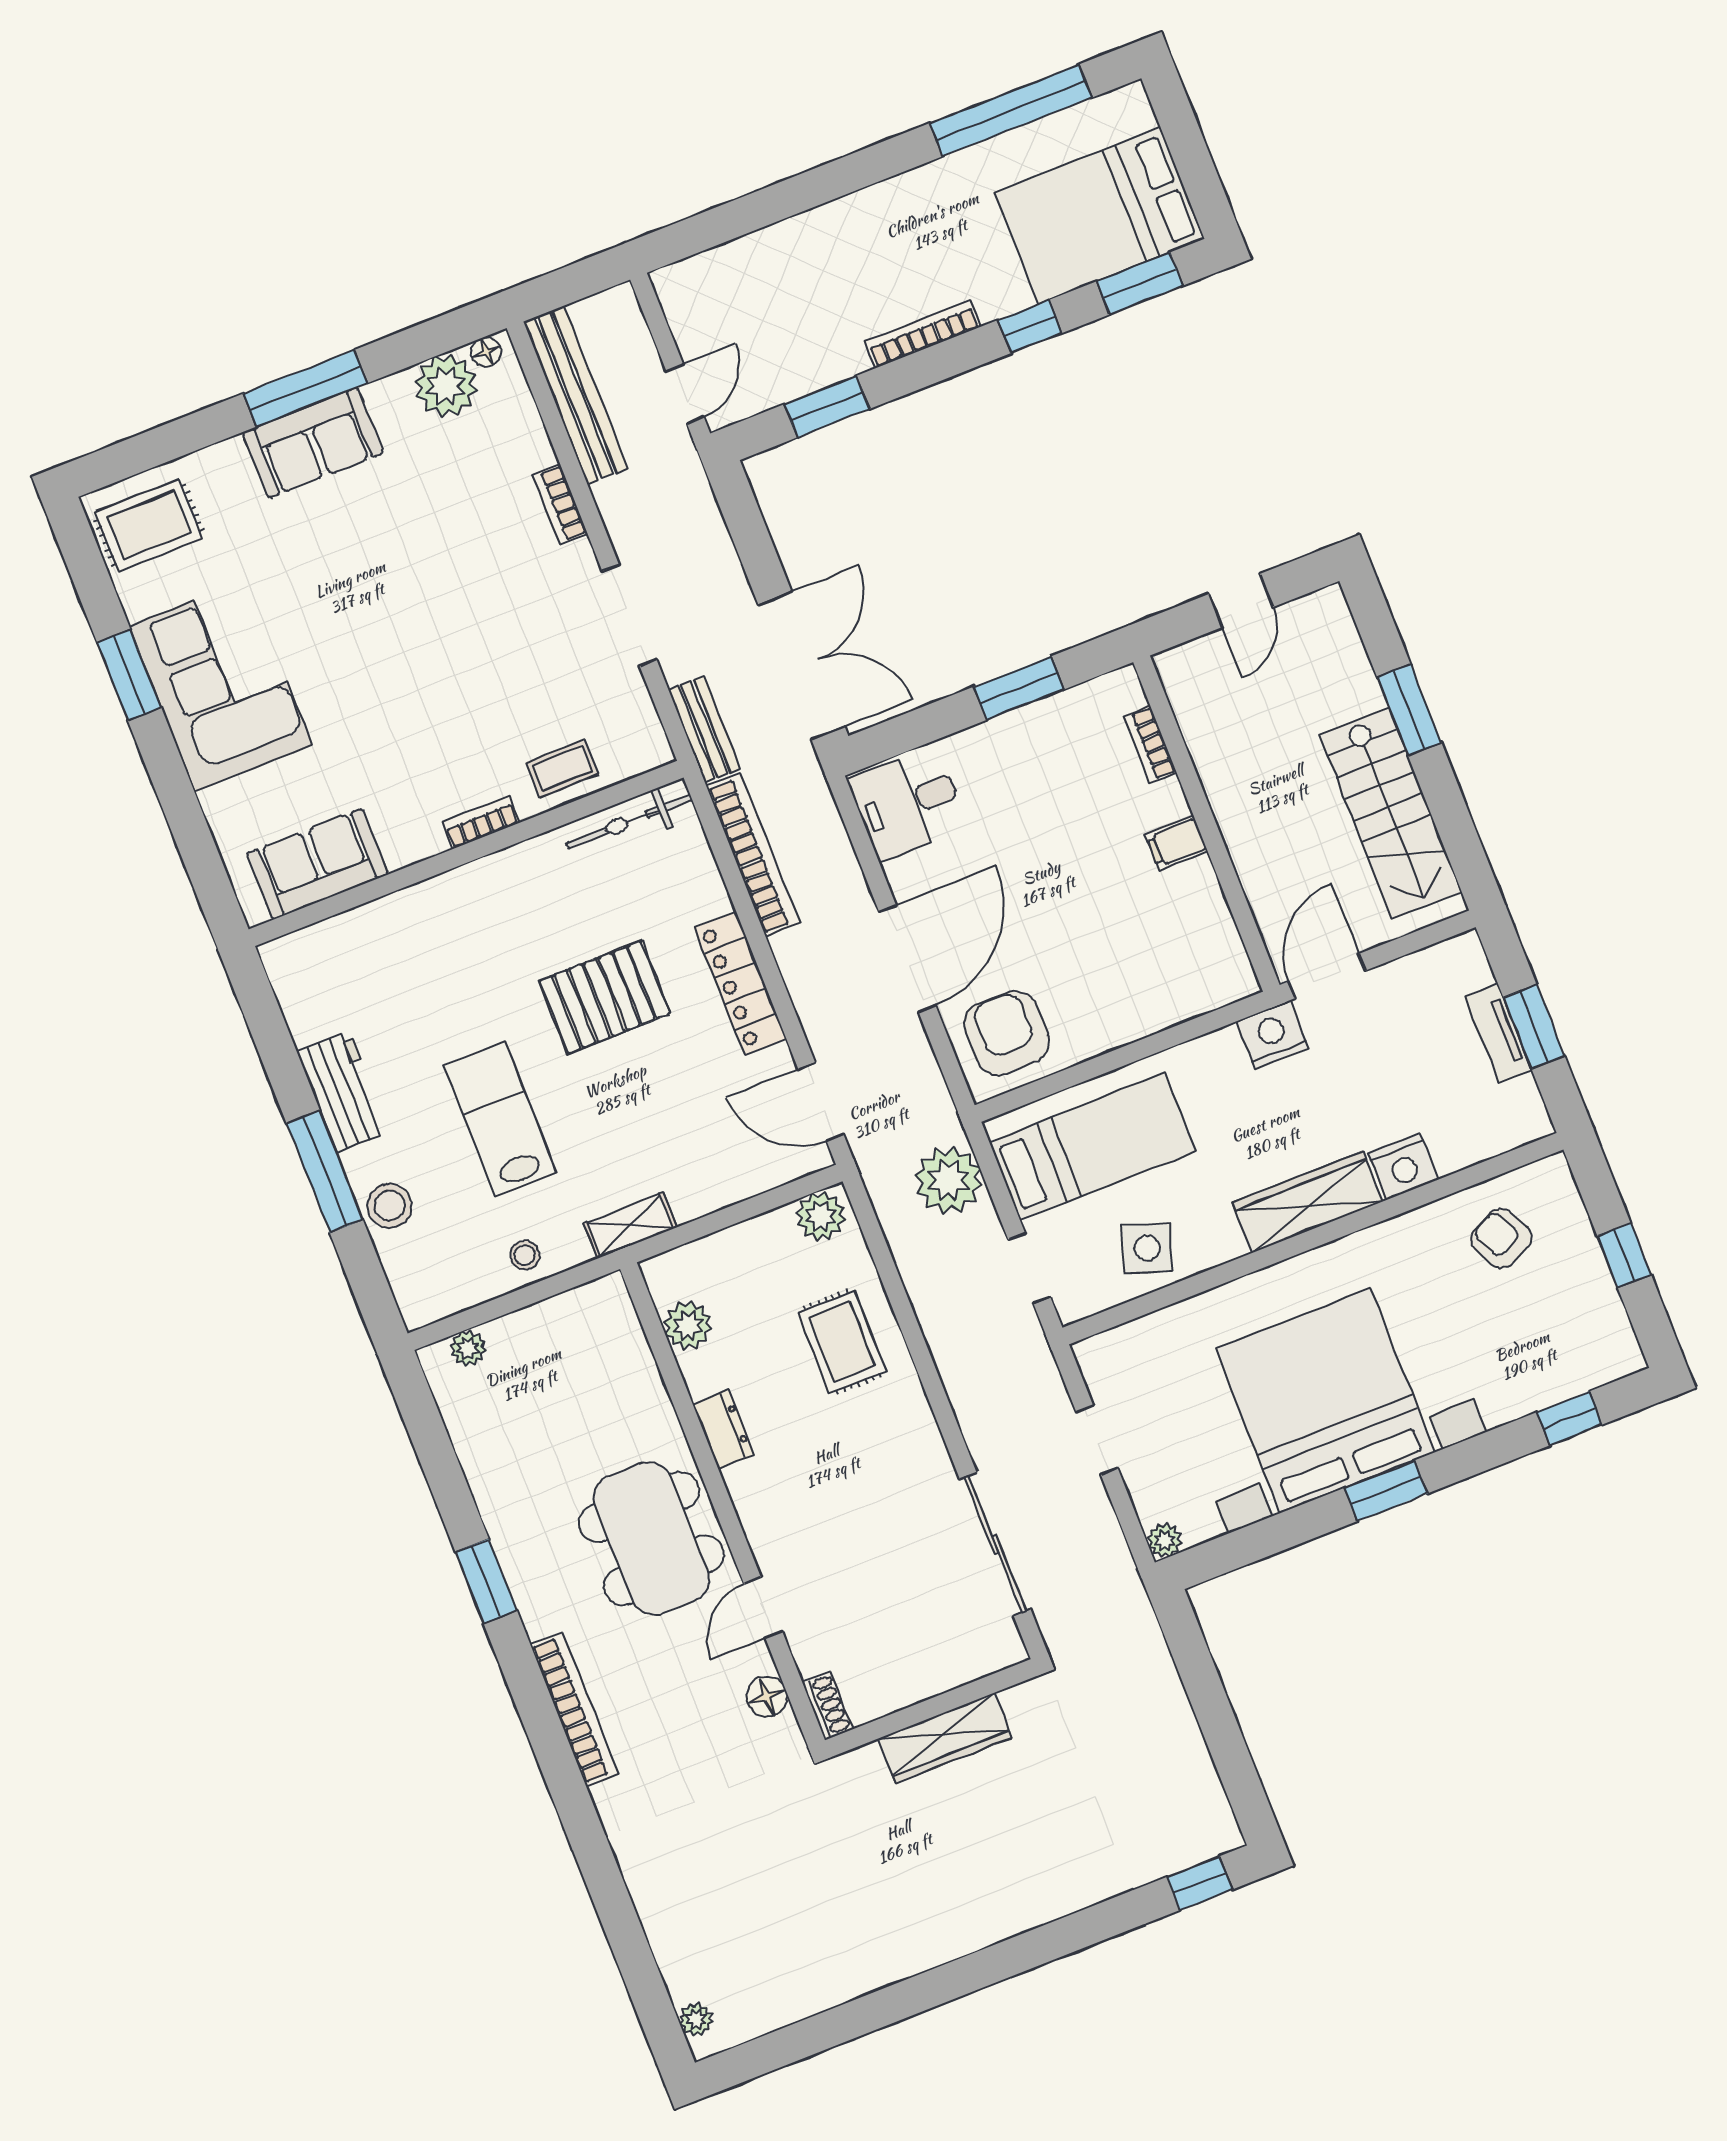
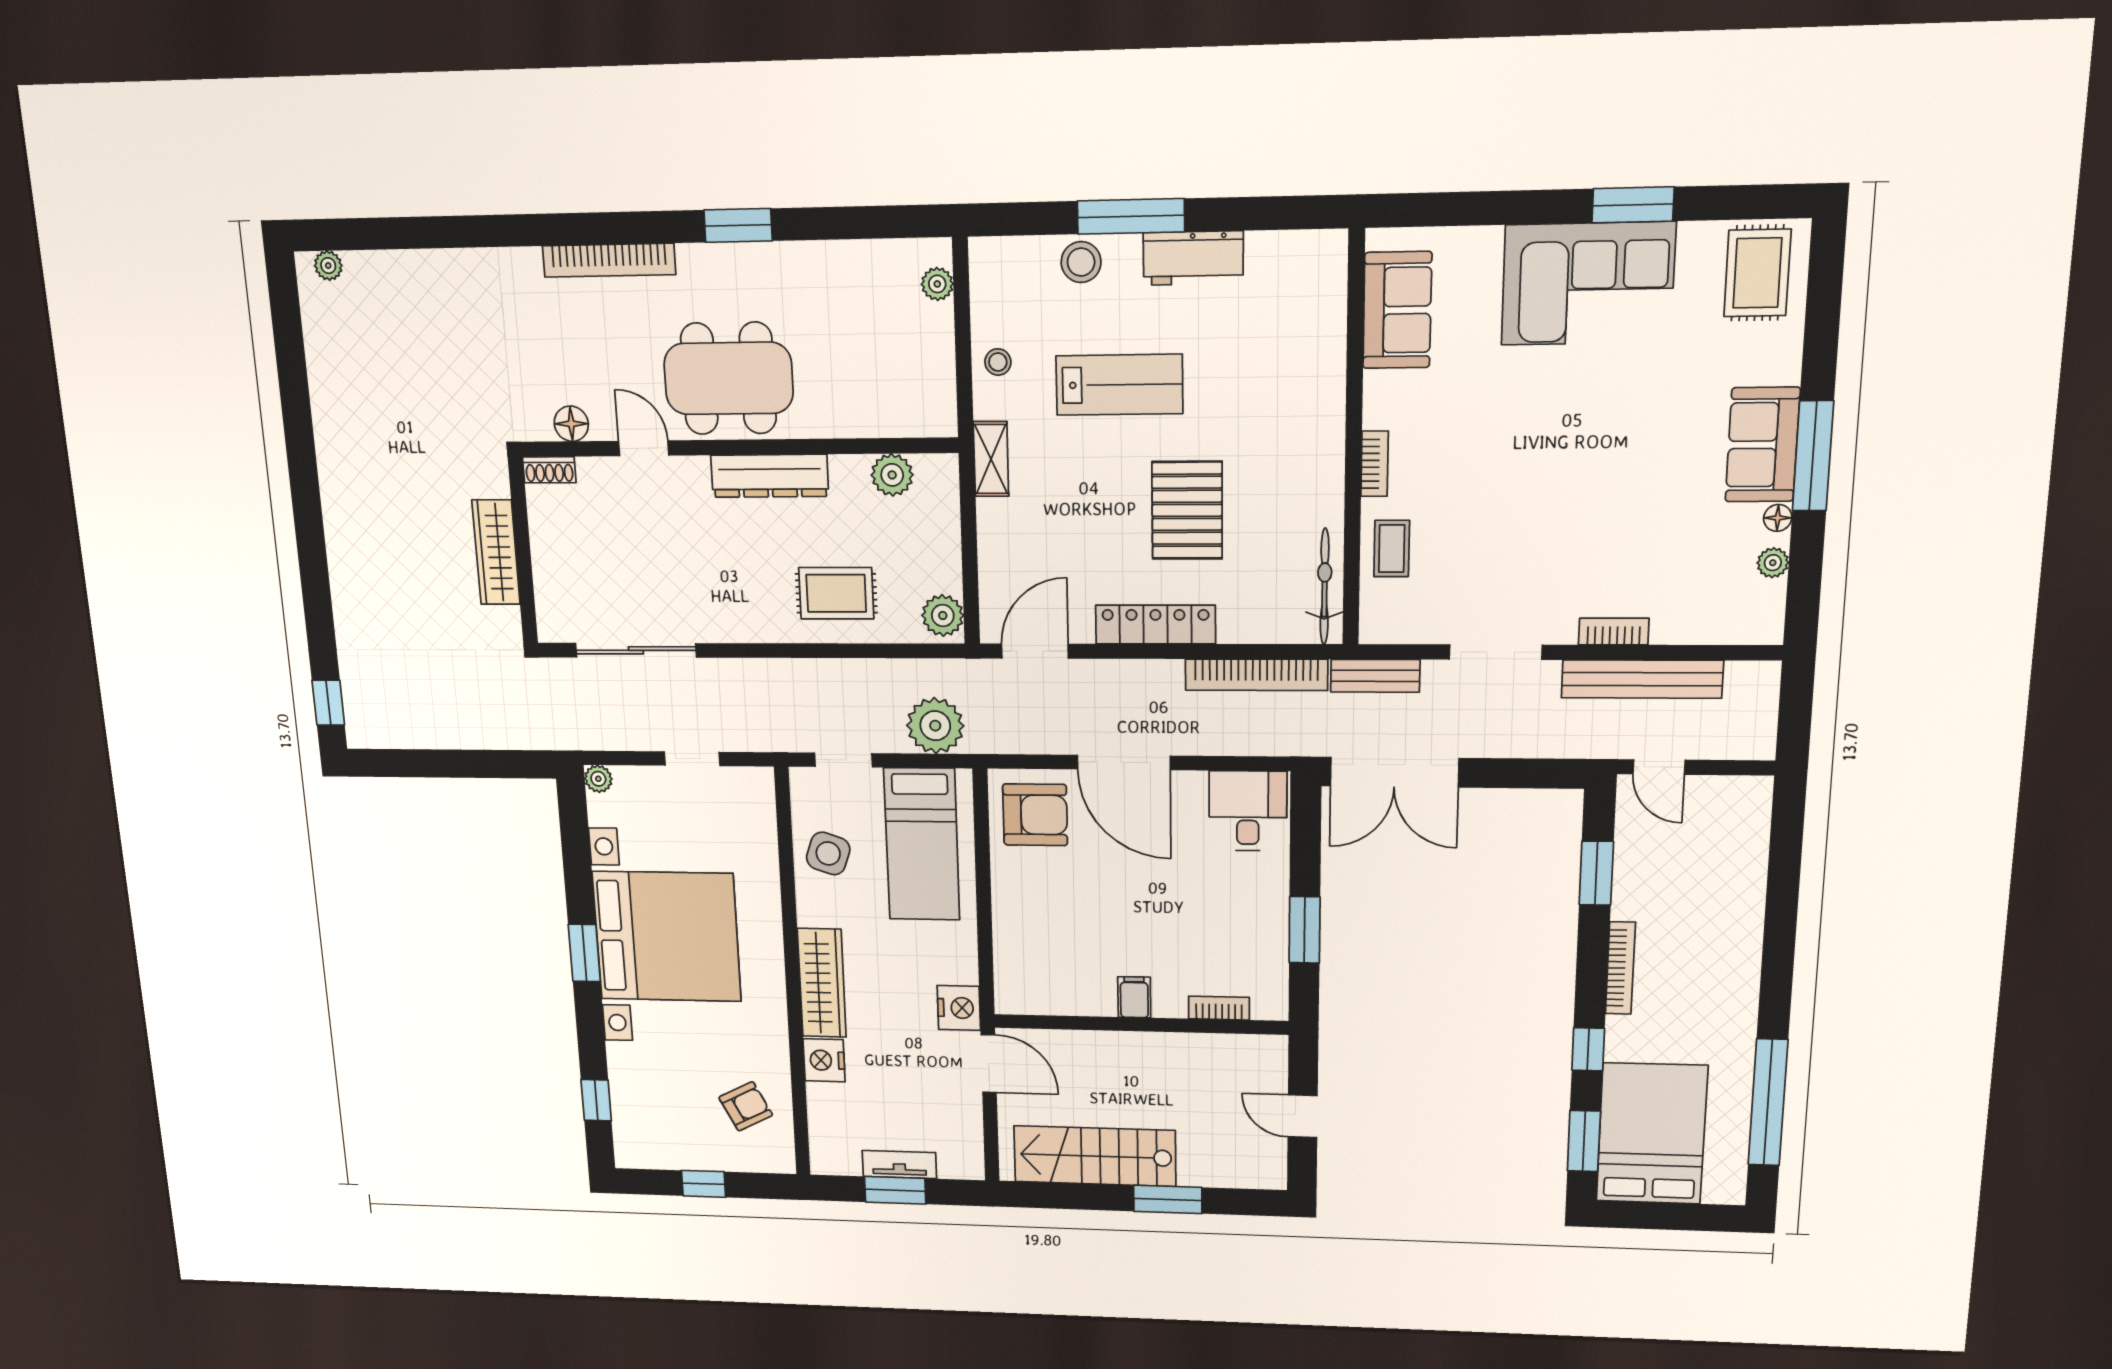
floor lamp: (486, 352) -> (1778, 518), moved
plant: (446, 386) -> (1773, 563), width x0.53, depth x0.53
bench: (576, 395) -> (1642, 679), moved
dresser: (723, 1429) -> (770, 476), width x1.96, depth x1.24

